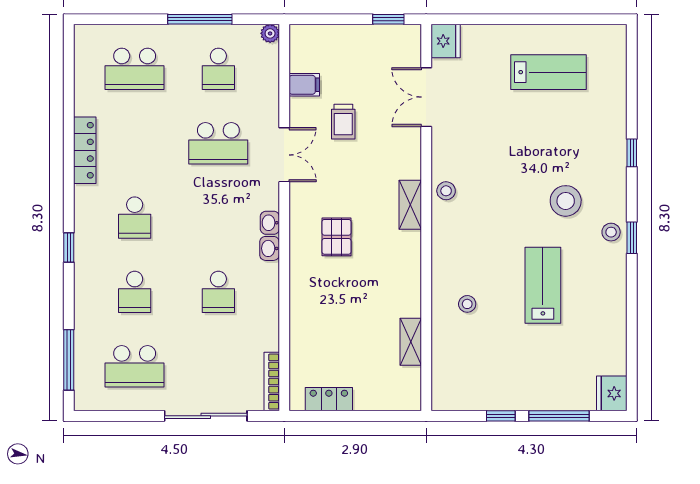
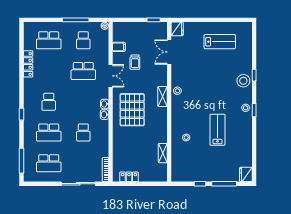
locker: (85, 150) -> (28, 64), moved
stool: (566, 201) -> (243, 81), moved
pallet: (336, 237) -> (132, 110), width x2.05, depth x2.00
school desk: (135, 292) -> (49, 133), width x1.85

